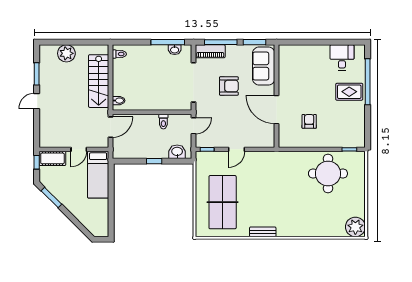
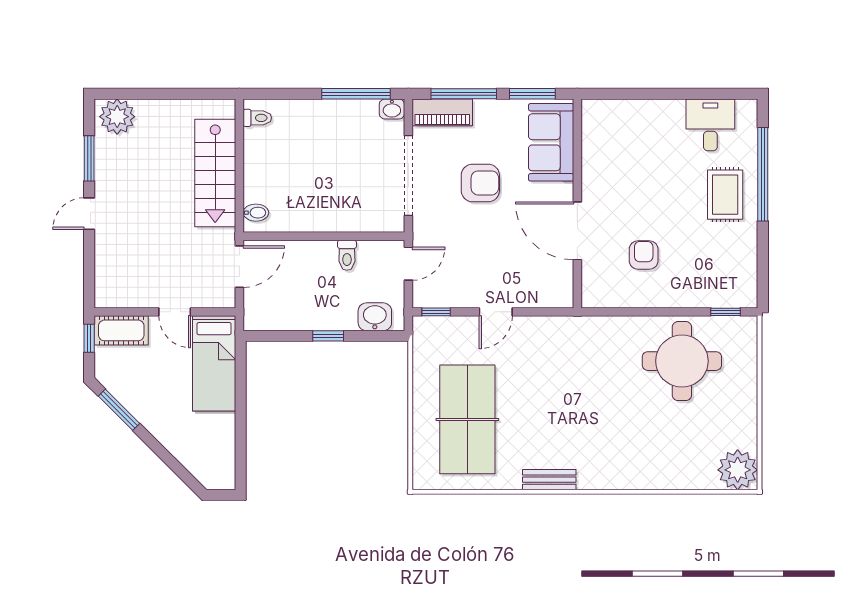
washbasin: (175, 50) -> (392, 109), moved
plant: (66, 53) -> (117, 117), moved
rug: (349, 92) -> (725, 195), turned 90
door: (79, 149) -> (175, 312), hinge flipped

